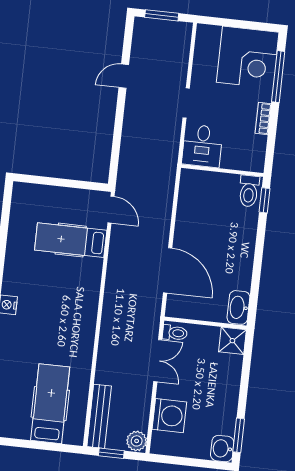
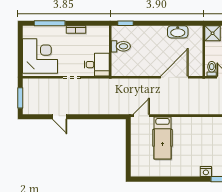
corner desk: (248, 57) -> (40, 56), moved
toilet: (249, 191) -> (121, 46), moved
washbasin: (238, 307) -> (178, 32), moved

